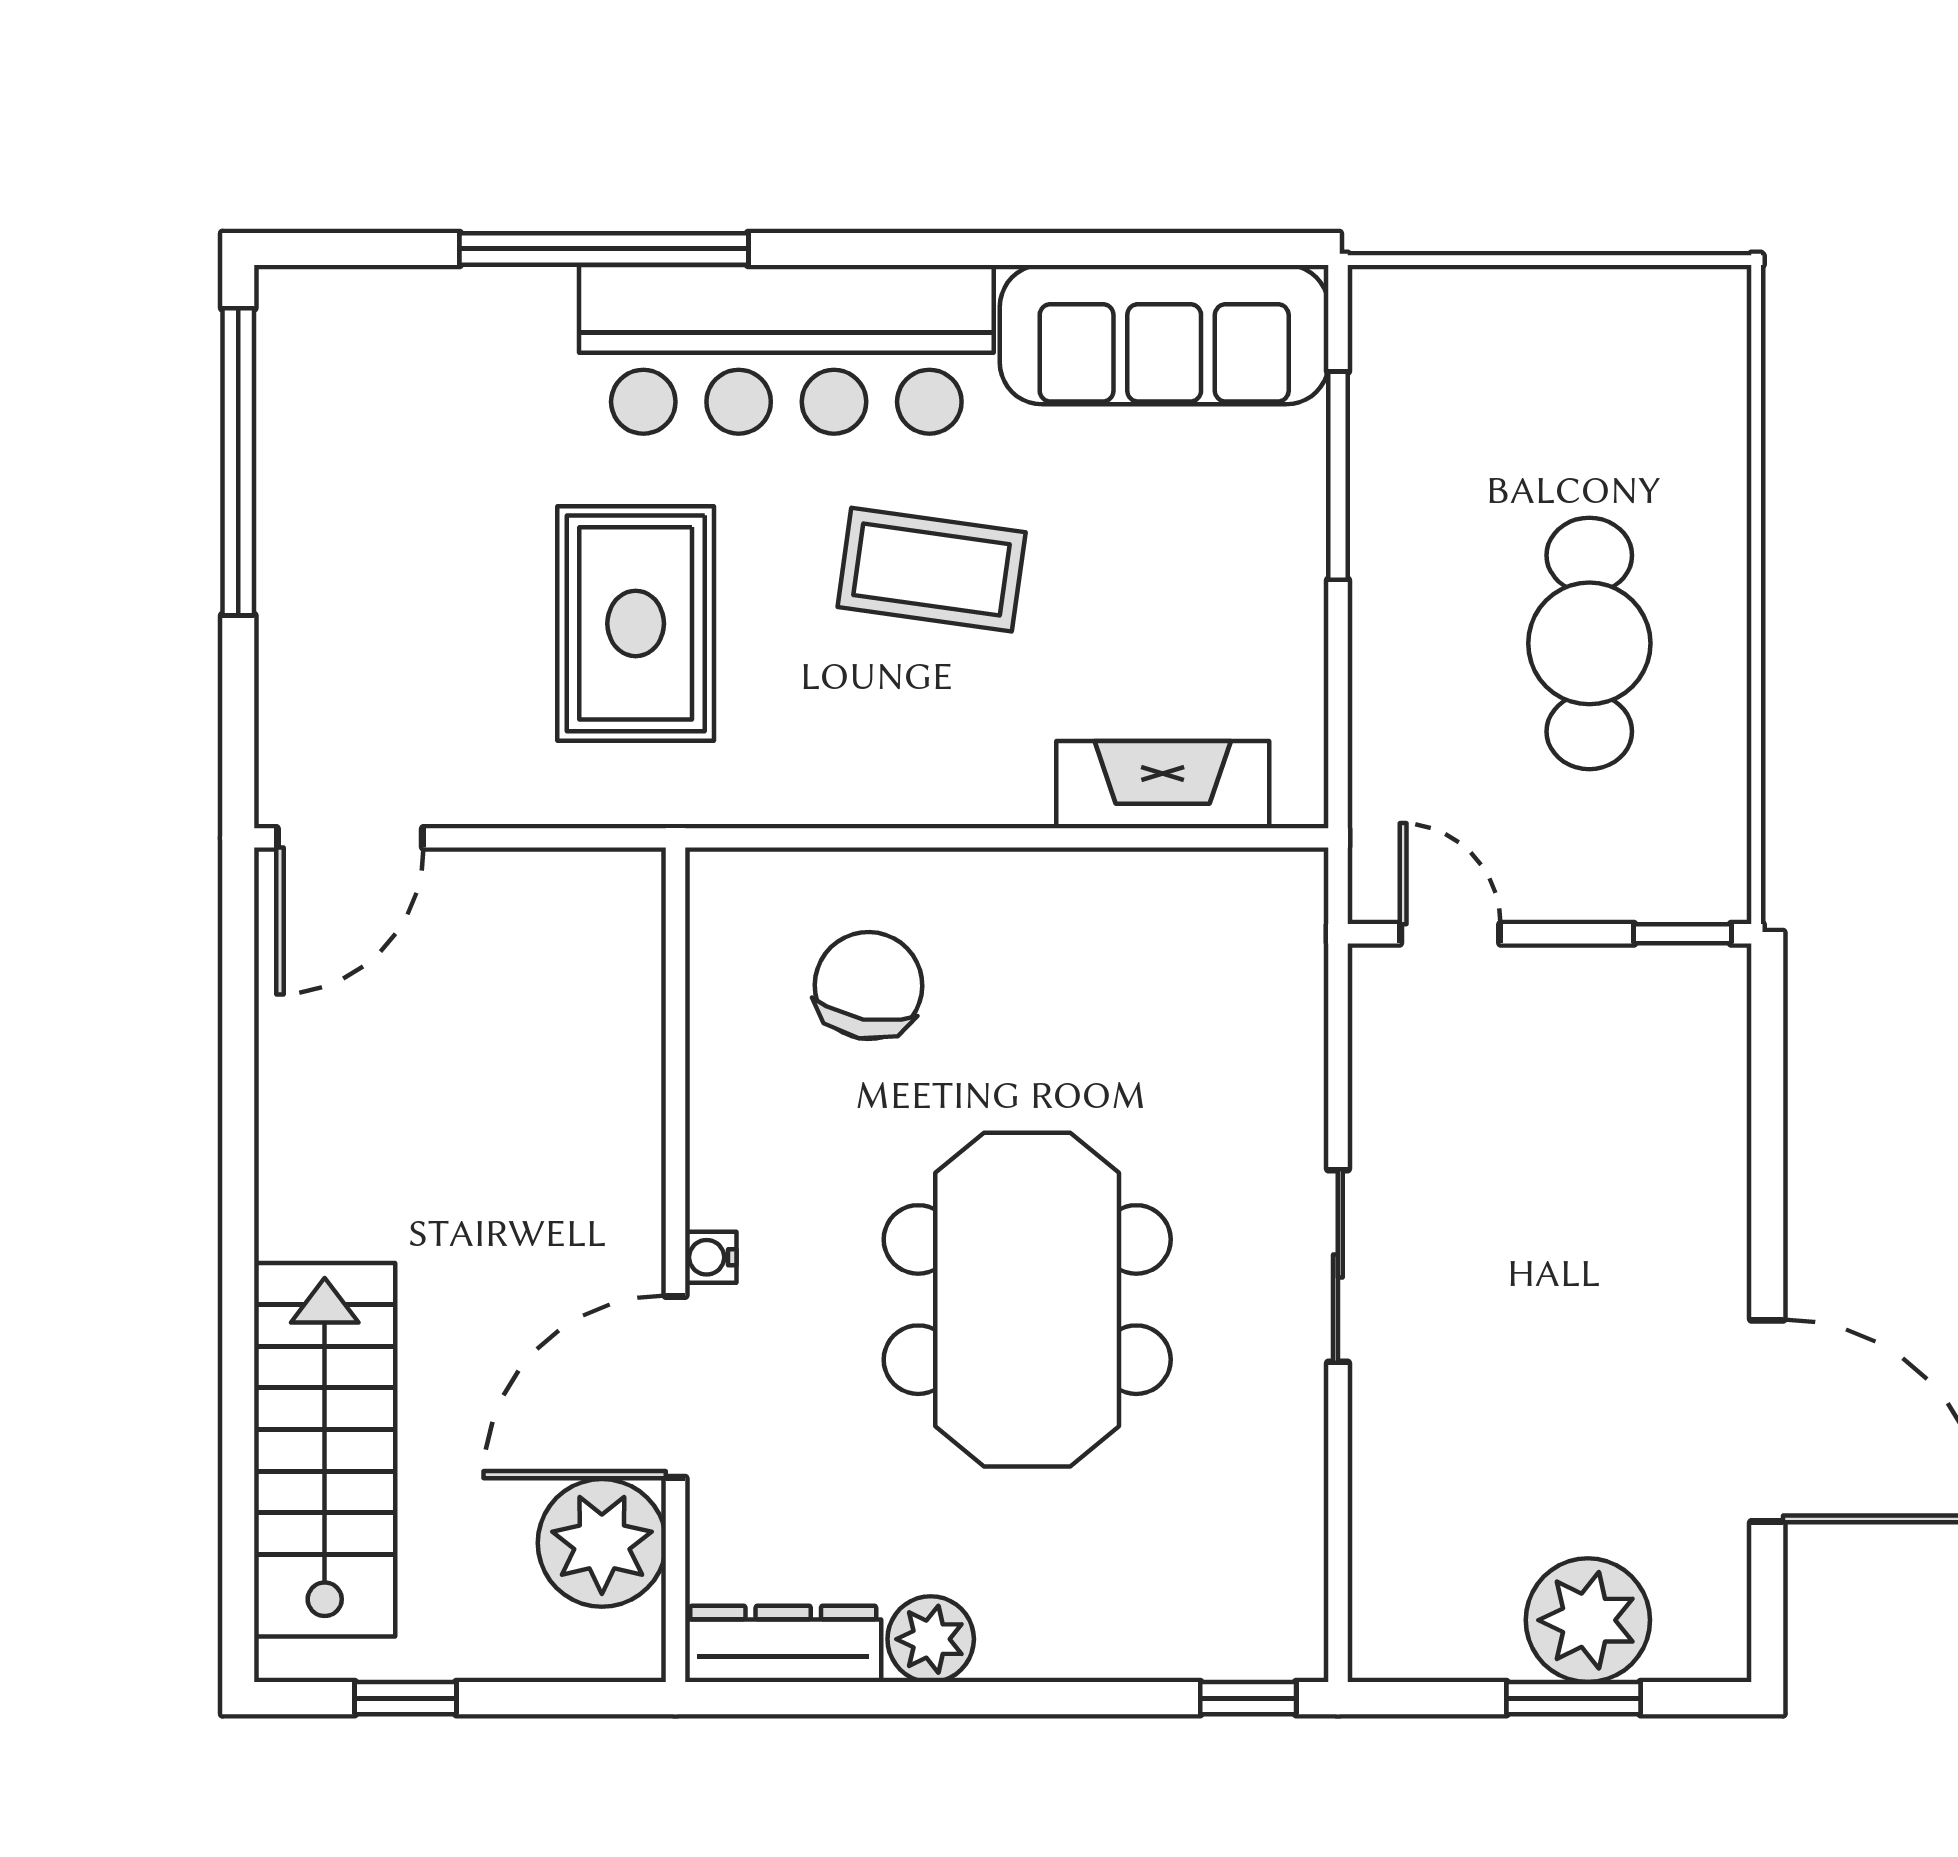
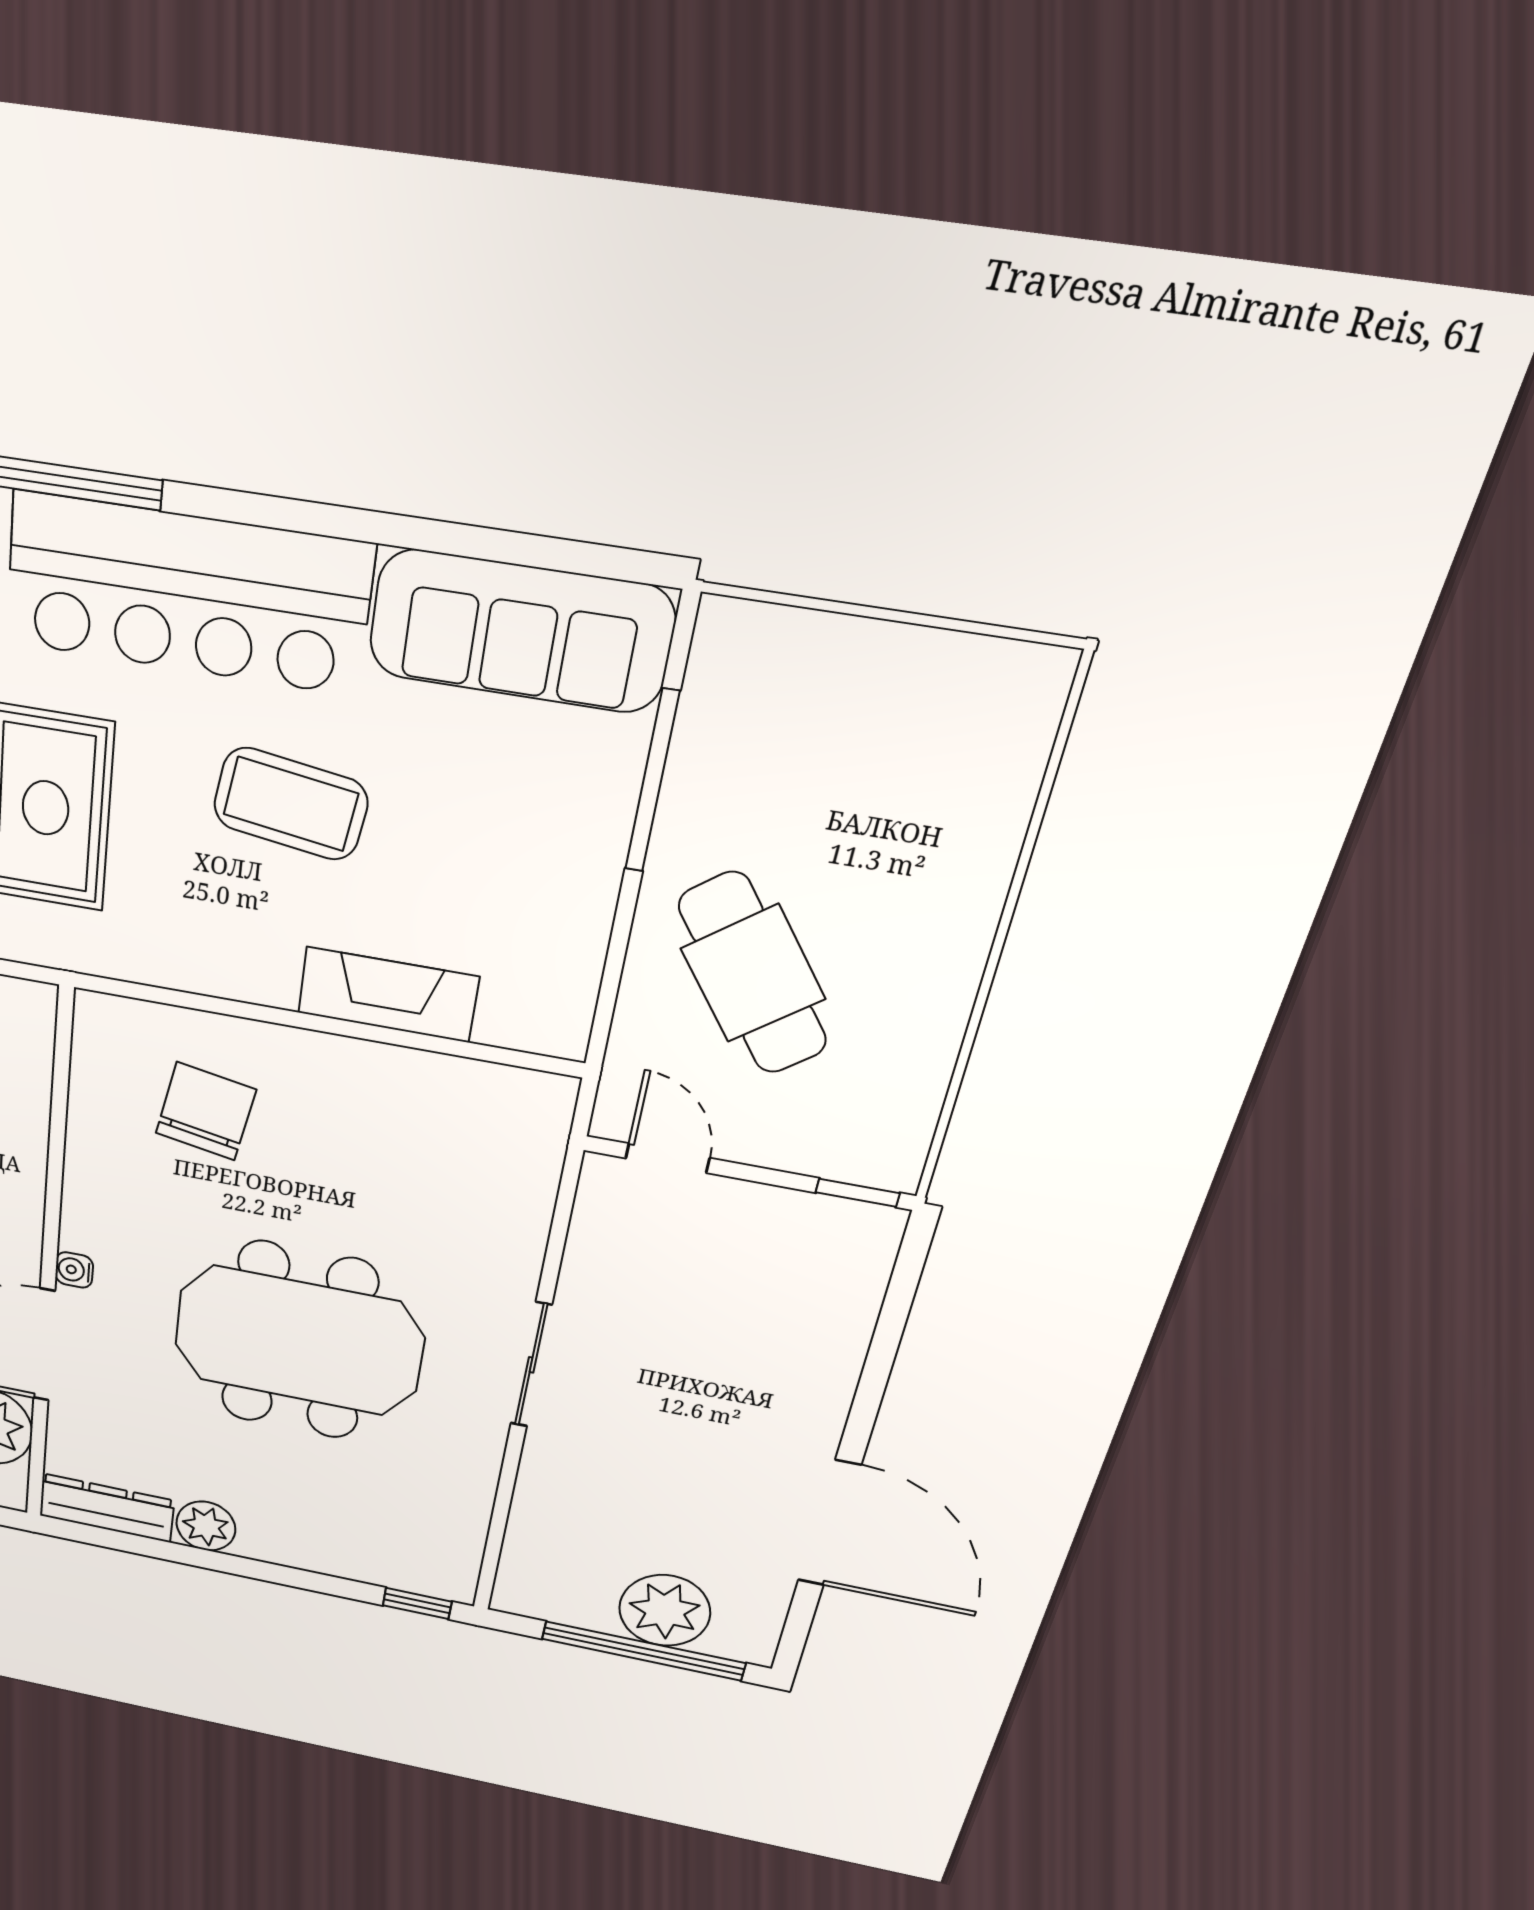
cafe table: (1589, 643) -> (753, 974), moved, turned -37
fireplace: (1163, 785) -> (388, 995), moved
meeting table: (1027, 1300) -> (299, 1341), turned 90
window: (1574, 1698) -> (643, 1651), width x2.11

